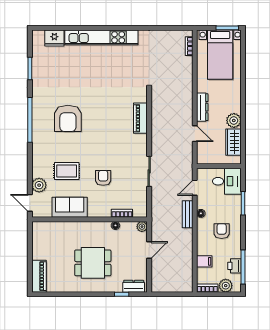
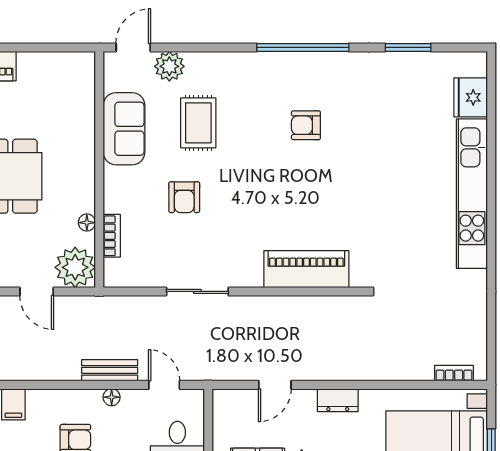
dresser: (202, 107) -> (338, 400), width x0.70
armchair: (68, 118) -> (306, 125), width x0.53, depth x0.53
piano: (140, 118) -> (306, 269), width x1.37, depth x1.33
armchair: (103, 178) -> (184, 197), turned 90
plant: (142, 227) -> (75, 267), width x1.87, depth x1.87

